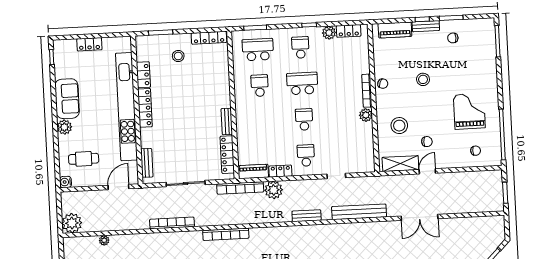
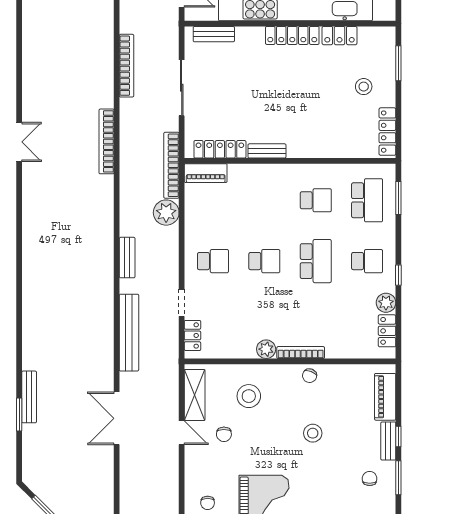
locker: (280, 171) -> (192, 335), moved
piano: (253, 172) -> (206, 173), moved, turned 90

